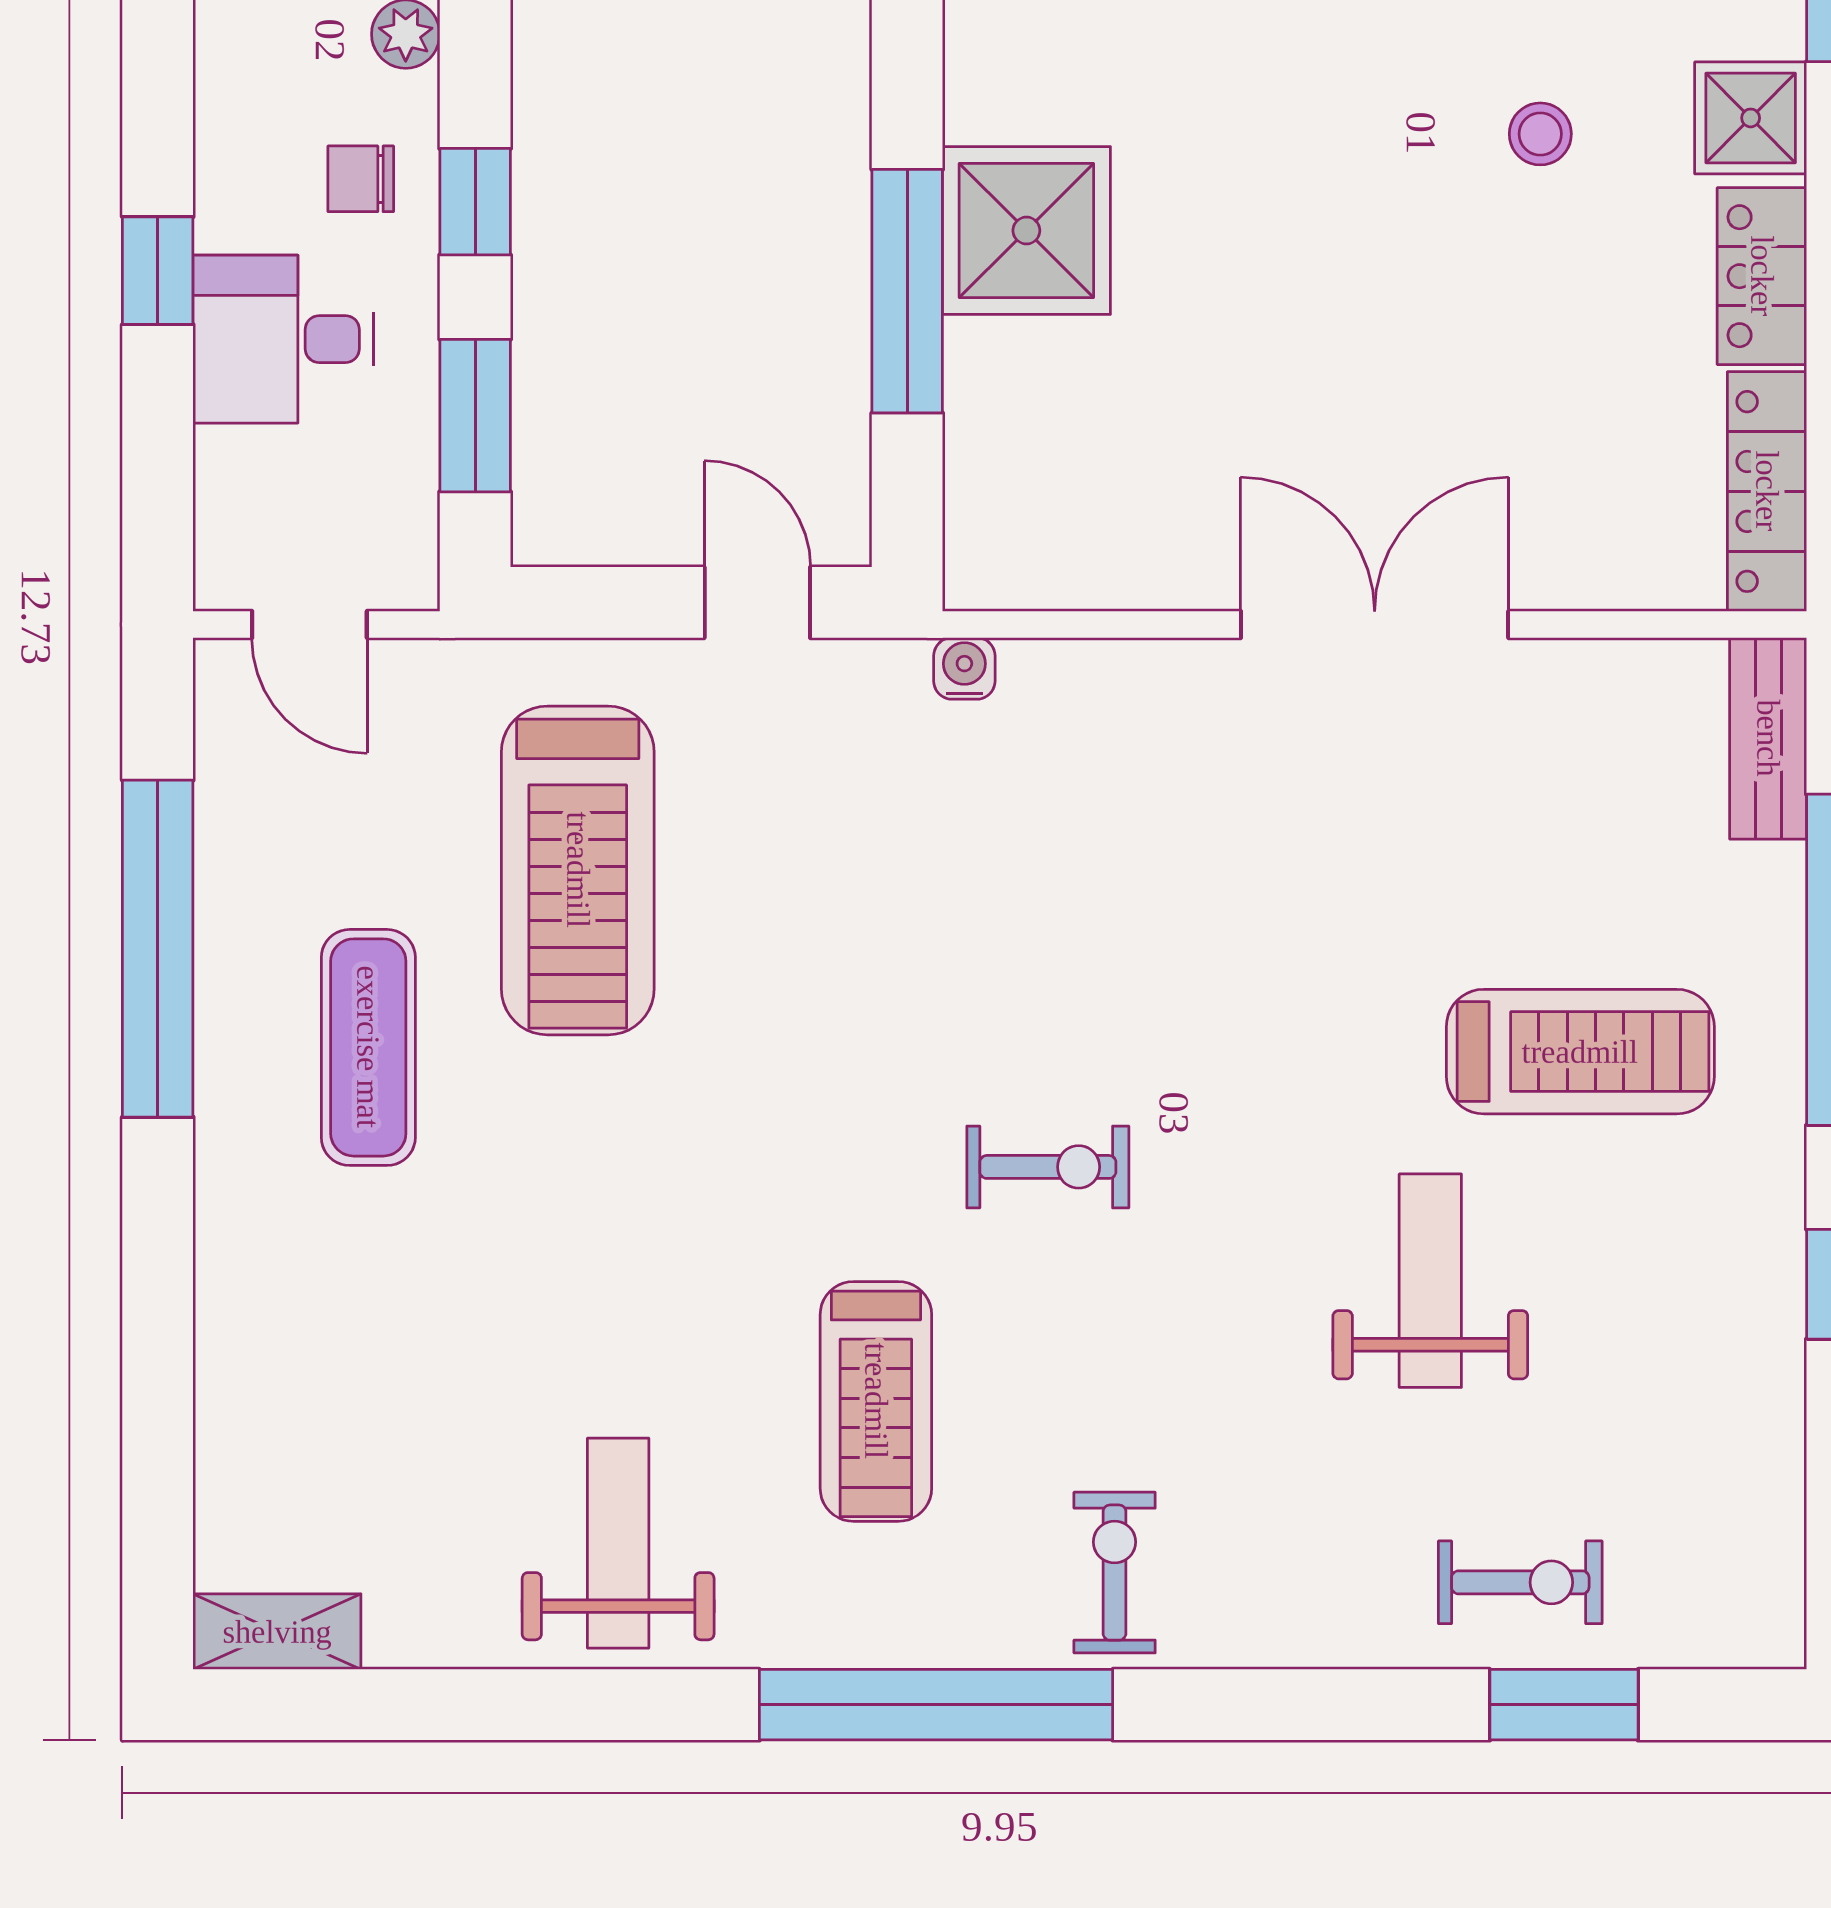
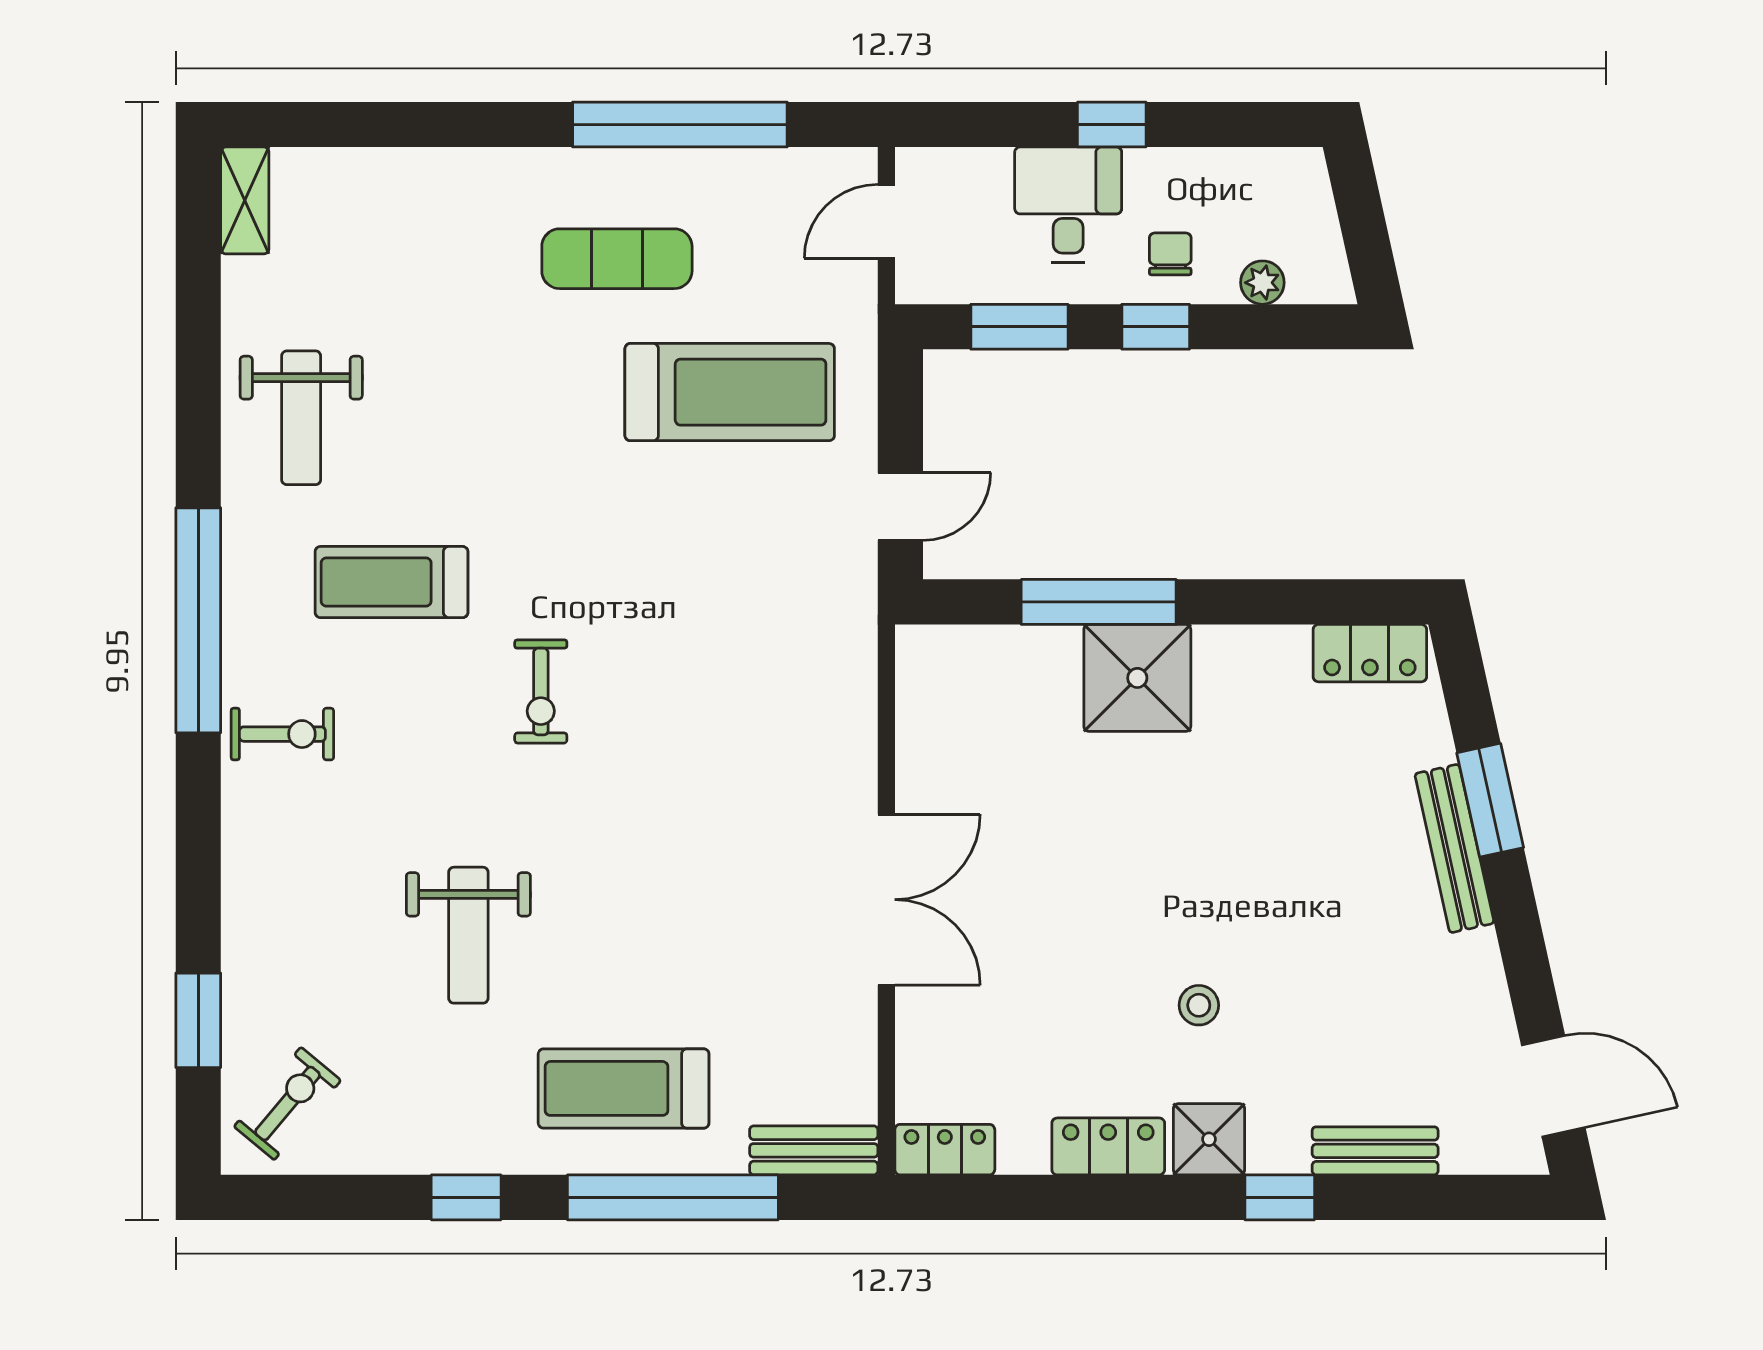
locker: (1767, 491) -> (945, 1150), width x0.66
water cooler: (964, 668) -> (858, 638), removed
treadmill: (578, 870) -> (730, 392), turned 180
treadmill: (1580, 1052) -> (624, 1088), moved, turned 90
weight bench: (1430, 1281) -> (468, 935), turned 90
weight bench: (618, 1543) -> (301, 418), turned 90
exercise bike: (1520, 1582) -> (287, 1103), moved, turned -140

